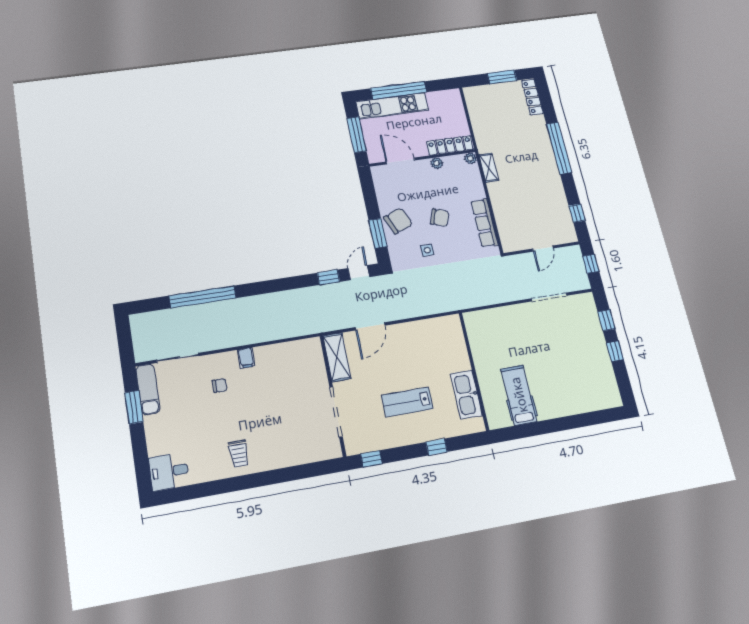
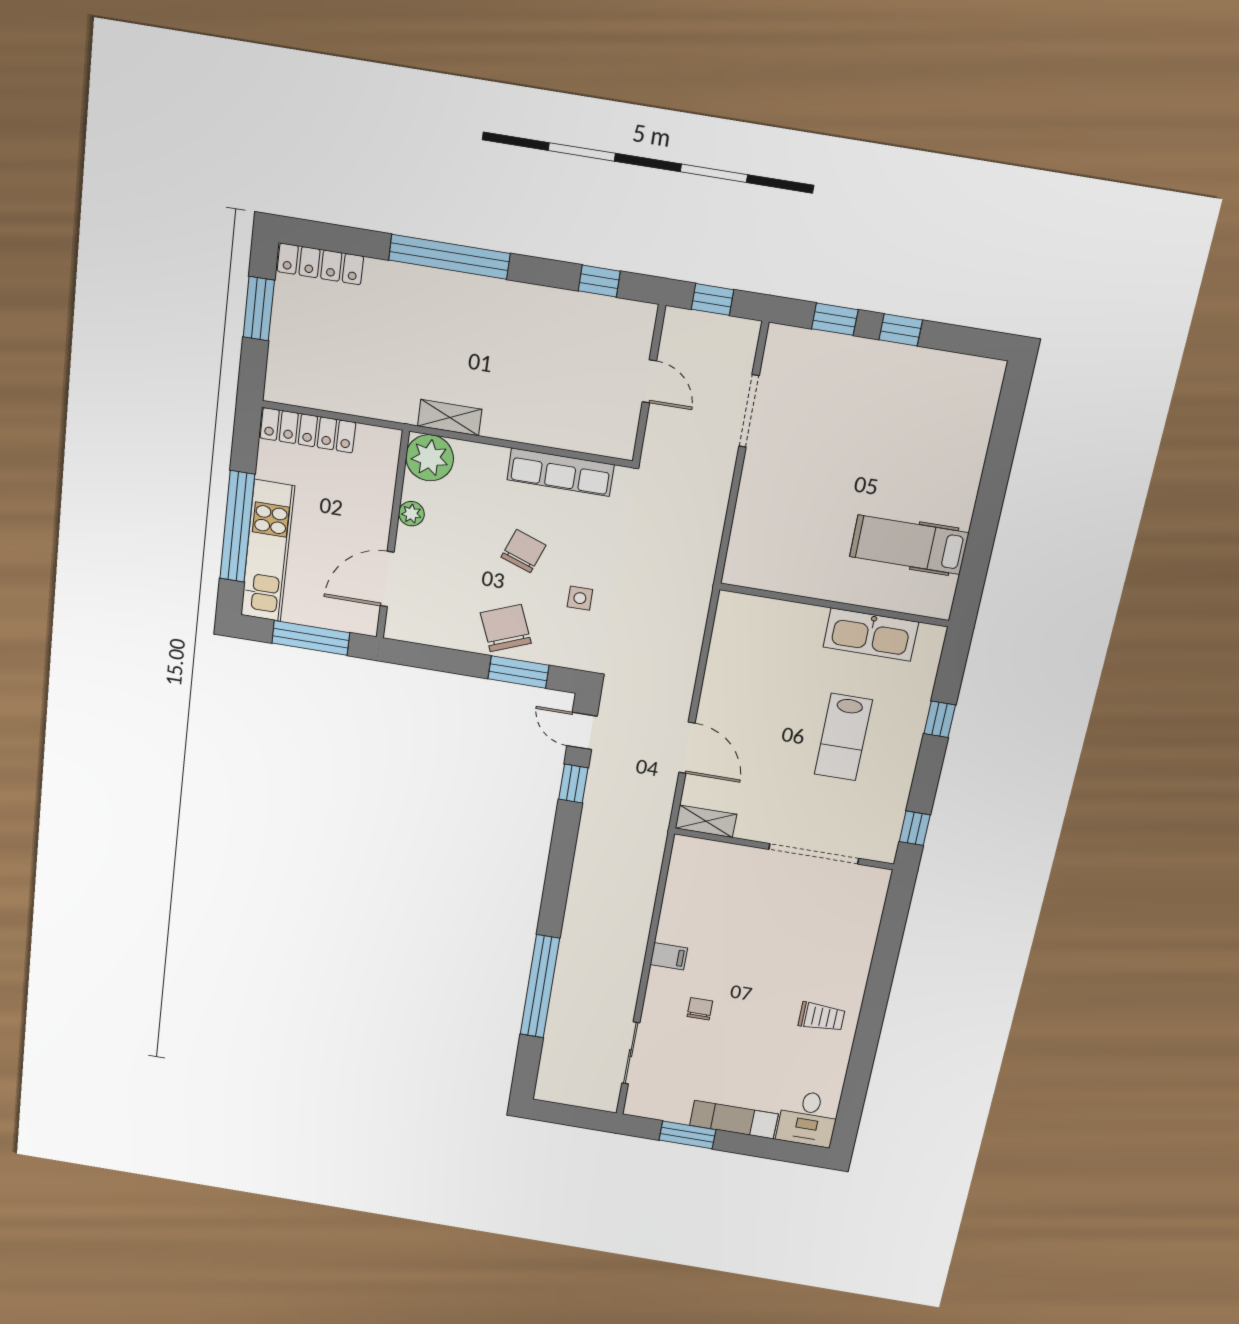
locker: (450, 145) -> (308, 430), moved, turned -90
plant: (470, 158) -> (430, 458), width x1.88, depth x1.88
shelving: (337, 357) -> (706, 821), width x0.67, depth x0.75
exam couch: (148, 389) -> (734, 1120), moved

